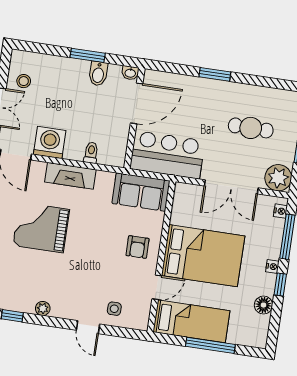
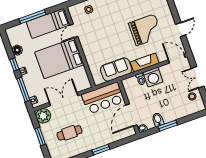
washing machine: (50, 143) -> (153, 77), moved
sofa: (141, 192) -> (116, 70), moved
armchair: (138, 247) -> (94, 45), removed

